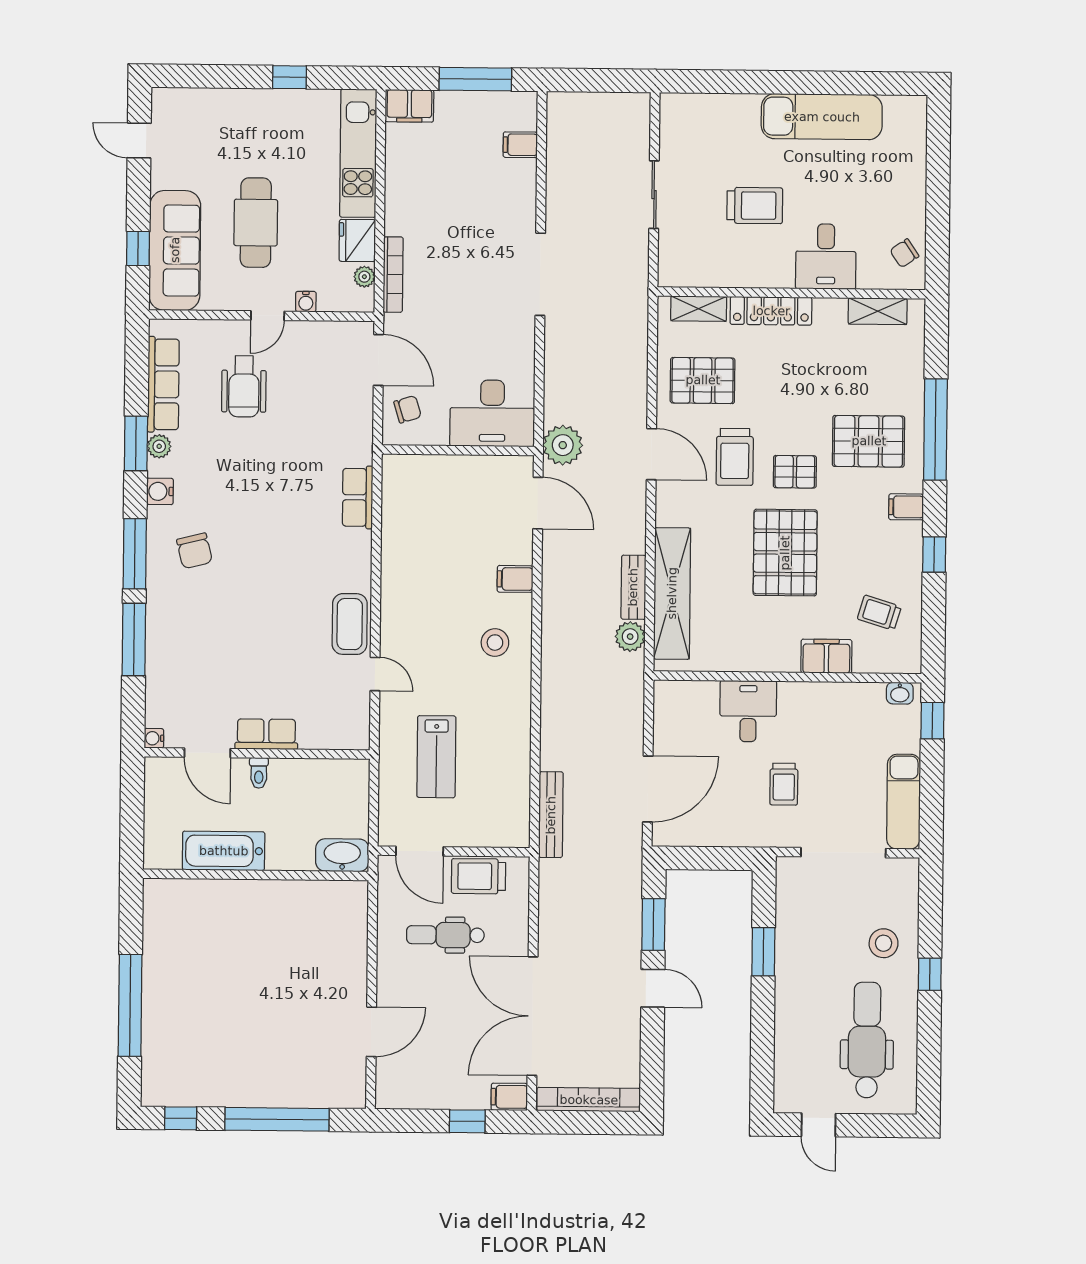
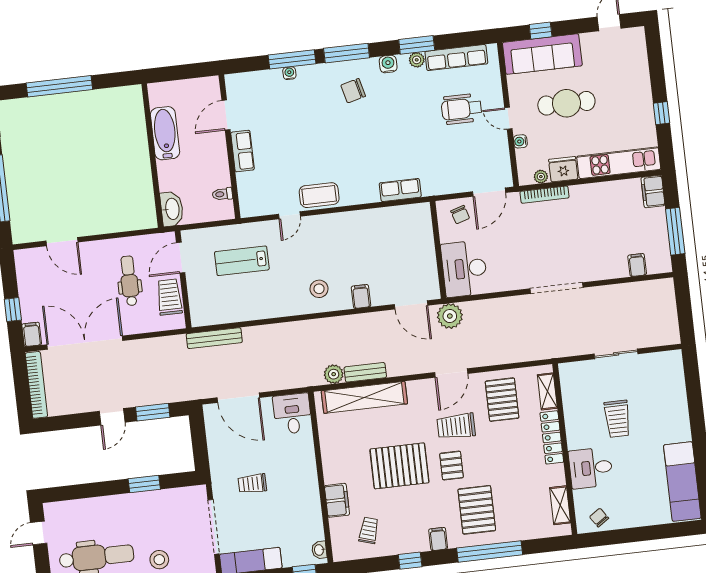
exam couch: (822, 117) -> (682, 482), moved
door: (538, 503) -> (411, 305), hinge flipped
desk: (748, 711) -> (292, 414), moved, turned -90
water cooler: (154, 738) -> (289, 73), moved
toilet: (259, 773) -> (222, 194), moved

